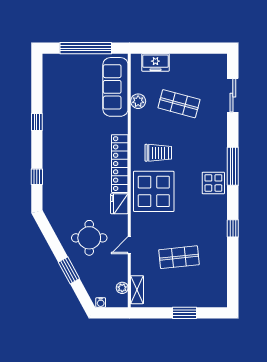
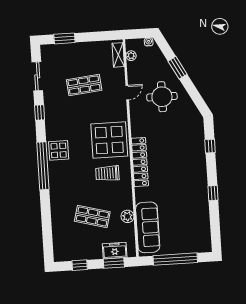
window: (157, 48) -> (114, 263), added
window: (197, 48) -> (80, 265), added
sliding door: (233, 95) -> (37, 76), moved
window: (233, 166) -> (43, 166), width x1.46
fridge: (119, 204) -> (138, 128), removed
window: (185, 313) -> (64, 38), moved

